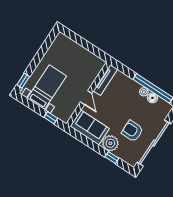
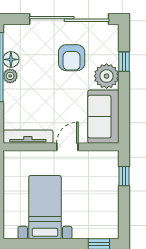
bed with nightstands: (47, 87) -> (45, 207), moved, turned 90

